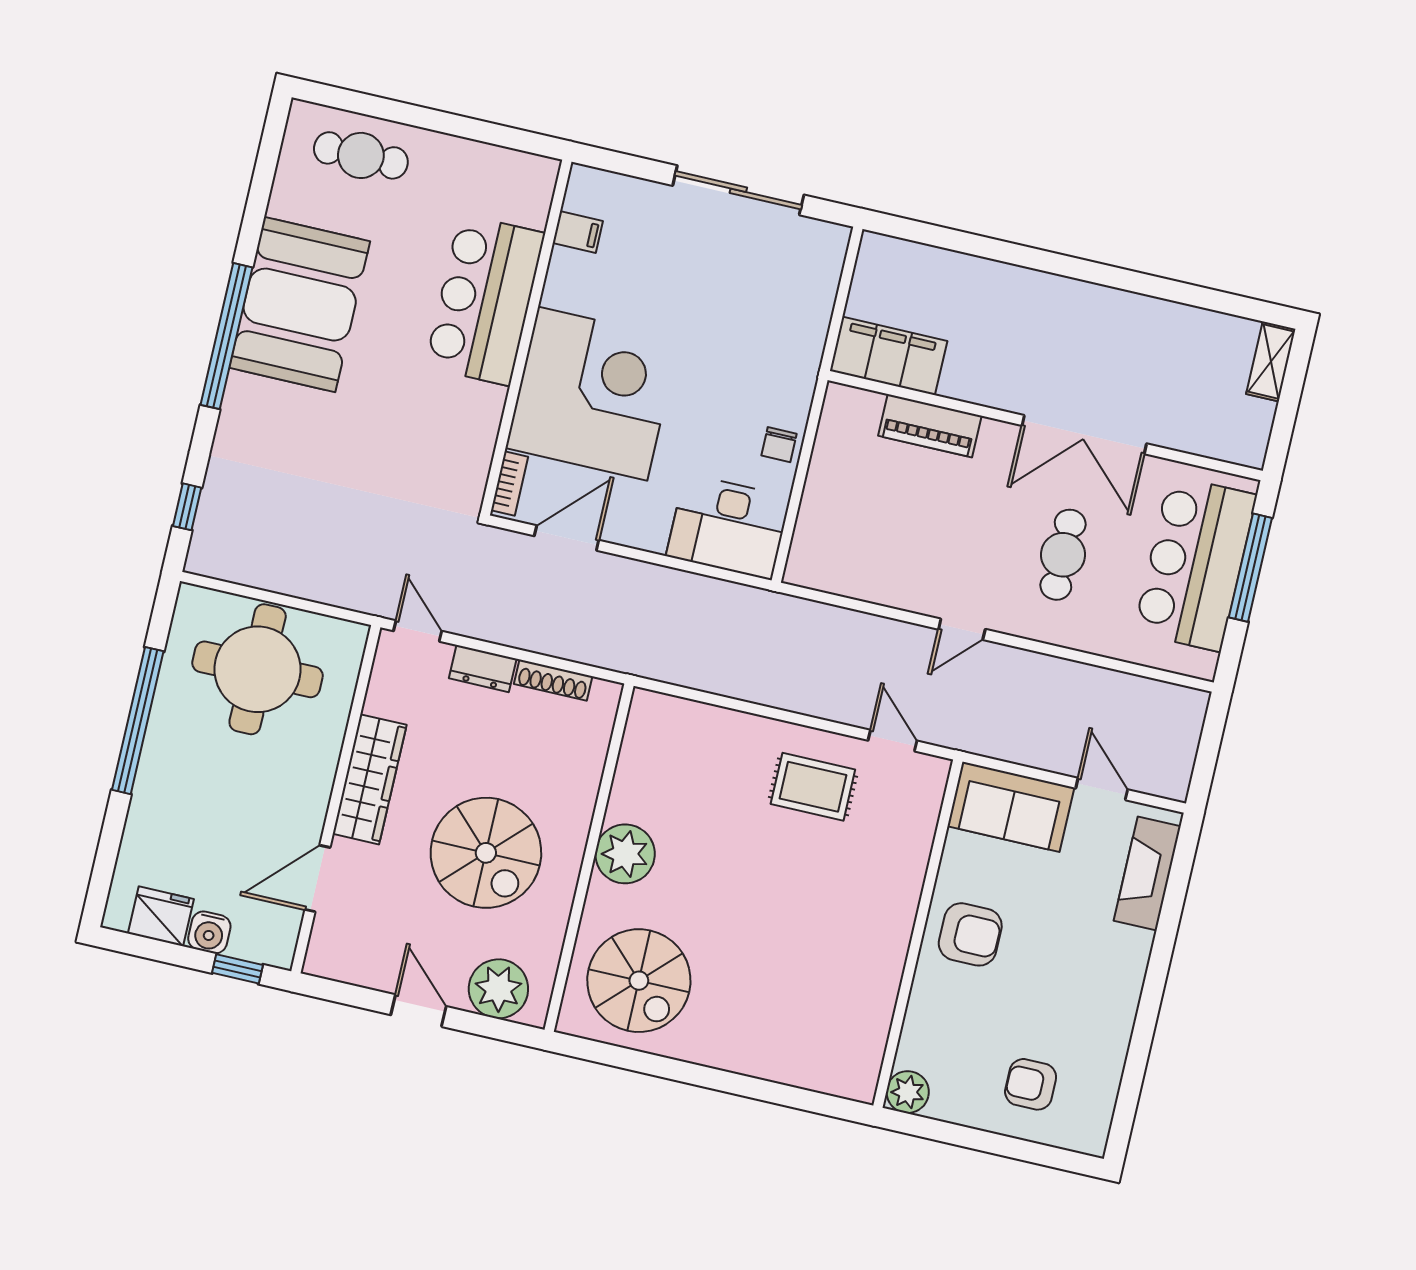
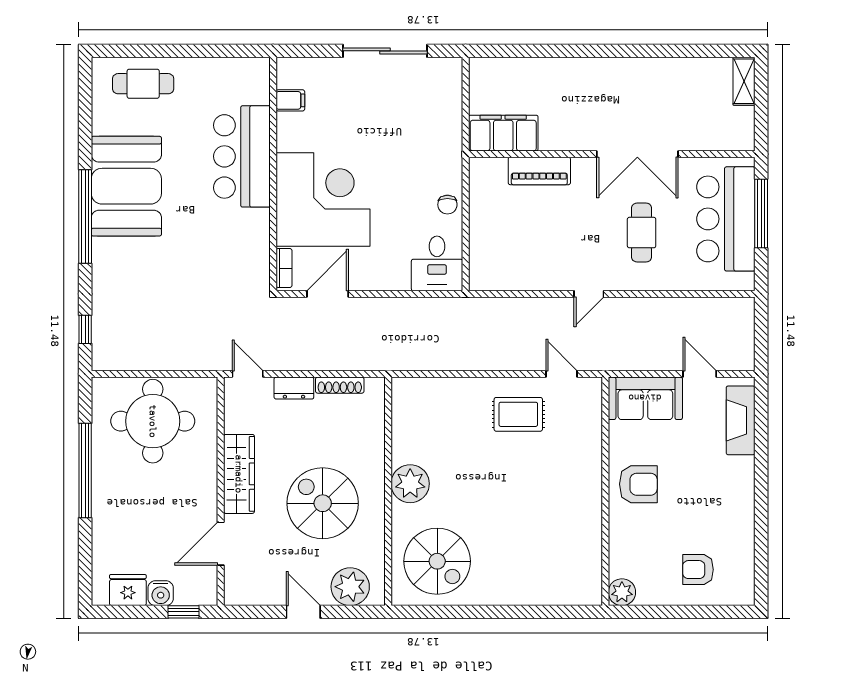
desk: (728, 527) -> (437, 263), width x0.73
spiral stairs: (486, 853) -> (323, 503), turned 180

